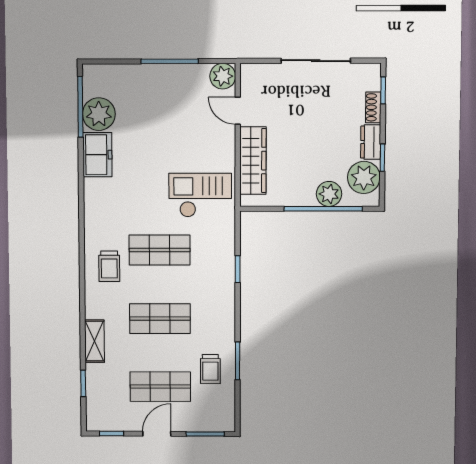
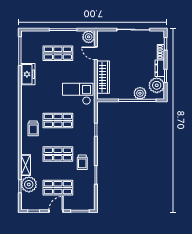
shop shelf: (159, 111) -> (58, 53), added
plant: (99, 114) -> (29, 184), moved
trolley: (210, 369) -> (82, 162), moved

